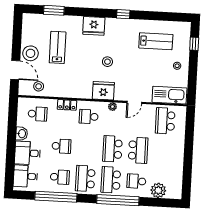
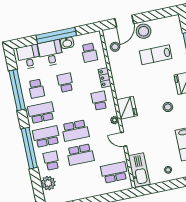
lab bench: (58, 47) -> (156, 55), turned 180
stool: (107, 62) -> (168, 107), moved
window: (11, 143) -> (56, 35), added
school desk: (61, 146) -> (65, 83), turned 180
school desk: (113, 149) -> (75, 131), turned 180

